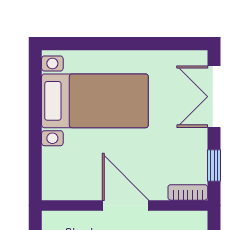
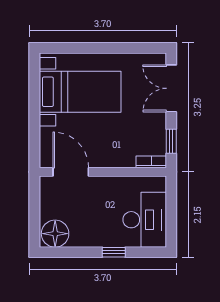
door: (126, 205) -> (71, 172), moved

